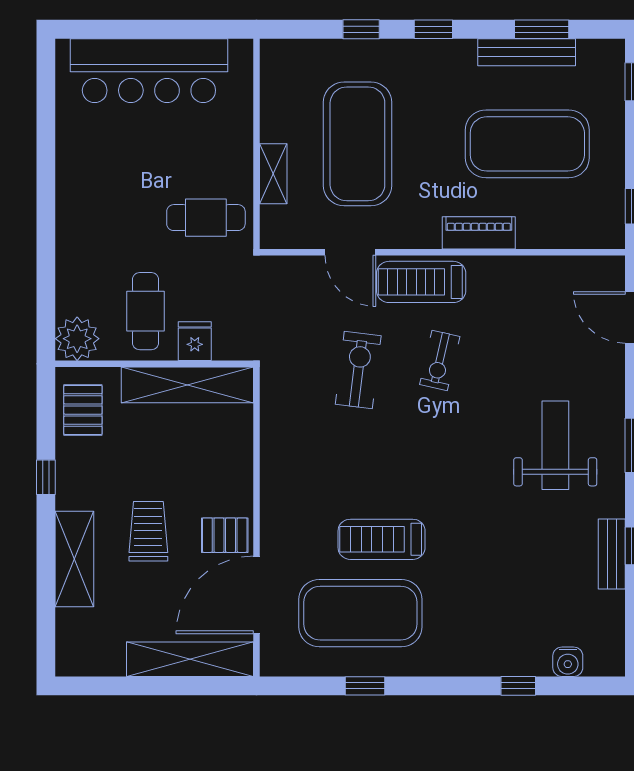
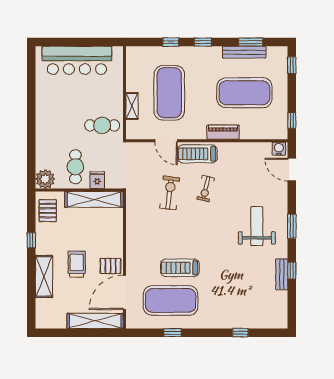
water cooler: (568, 662) -> (279, 149), moved, turned 180

